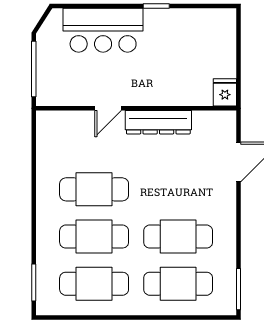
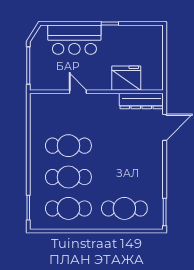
fridge: (225, 92) -> (126, 78), moved, width x1.88, depth x1.34
door: (108, 108) -> (78, 92), swing flipped
dresser: (158, 122) -> (141, 101), moved
cafe table: (178, 237) -> (124, 177), removed

